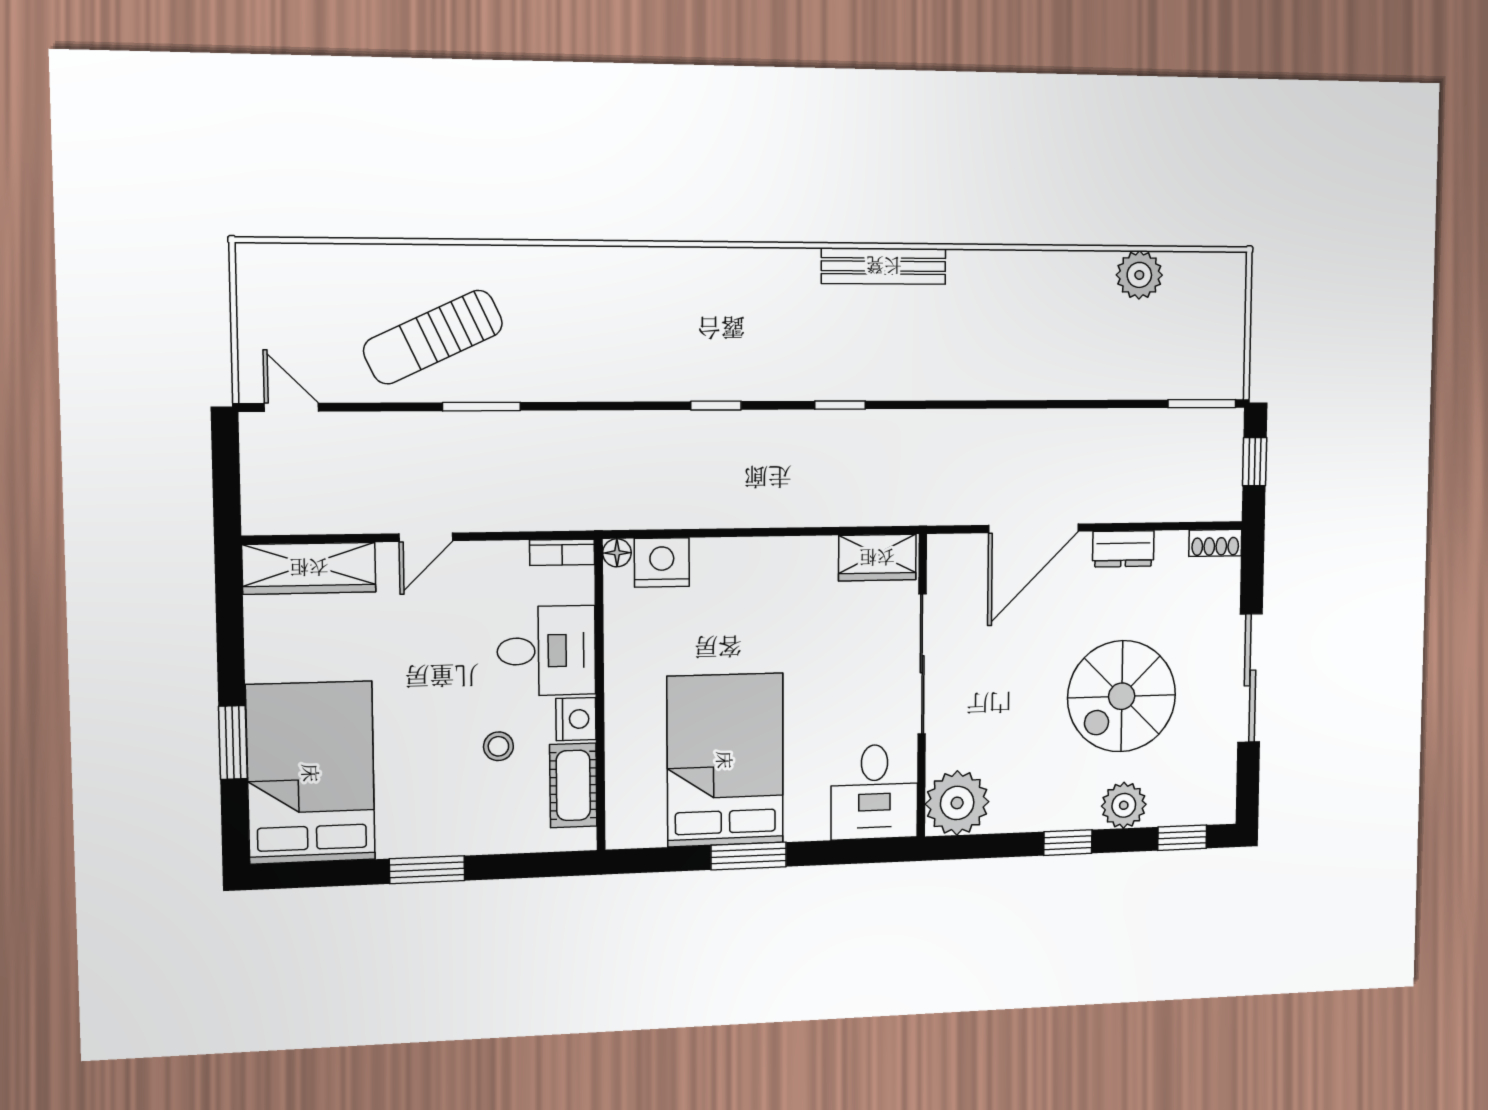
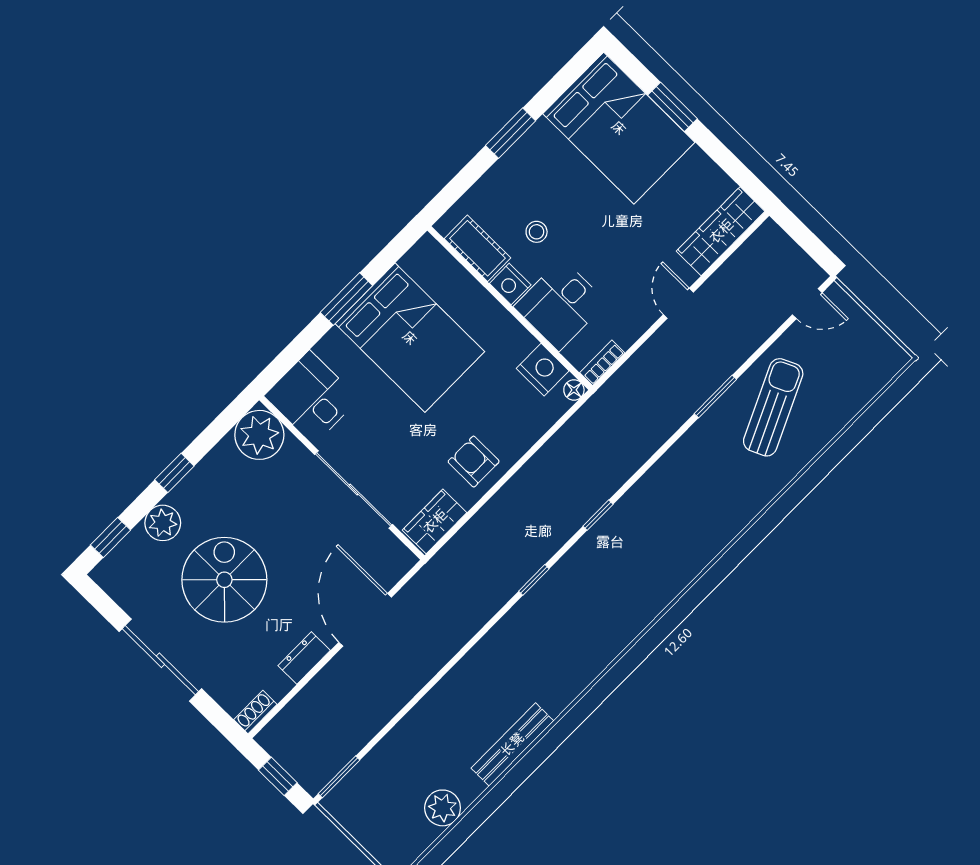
bench: (884, 266) -> (512, 744), moved
nightstand: (662, 562) -> (543, 370), moved, turned -90
armchair: (784, 579) -> (474, 462), added

